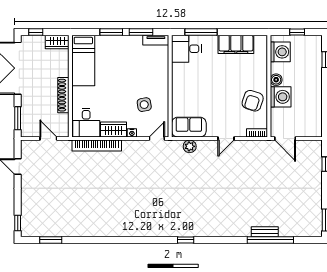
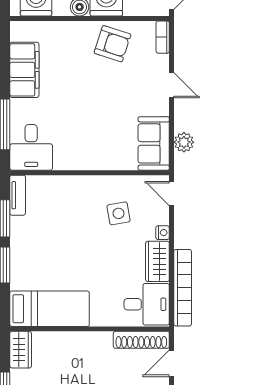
shoe rack: (63, 95) -> (141, 340), moved

